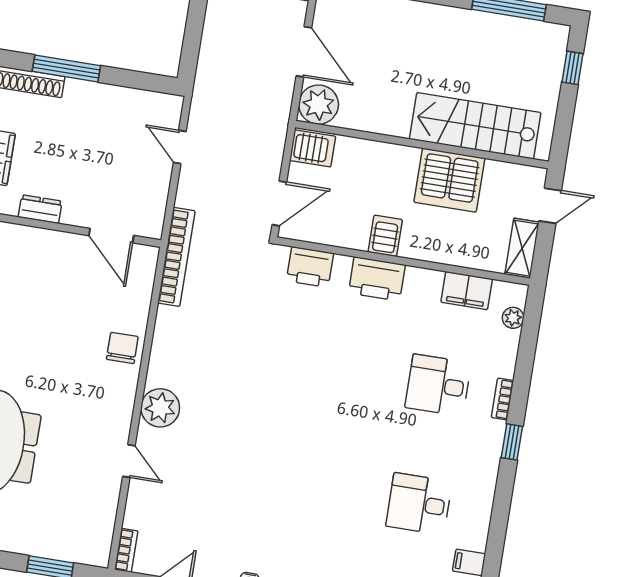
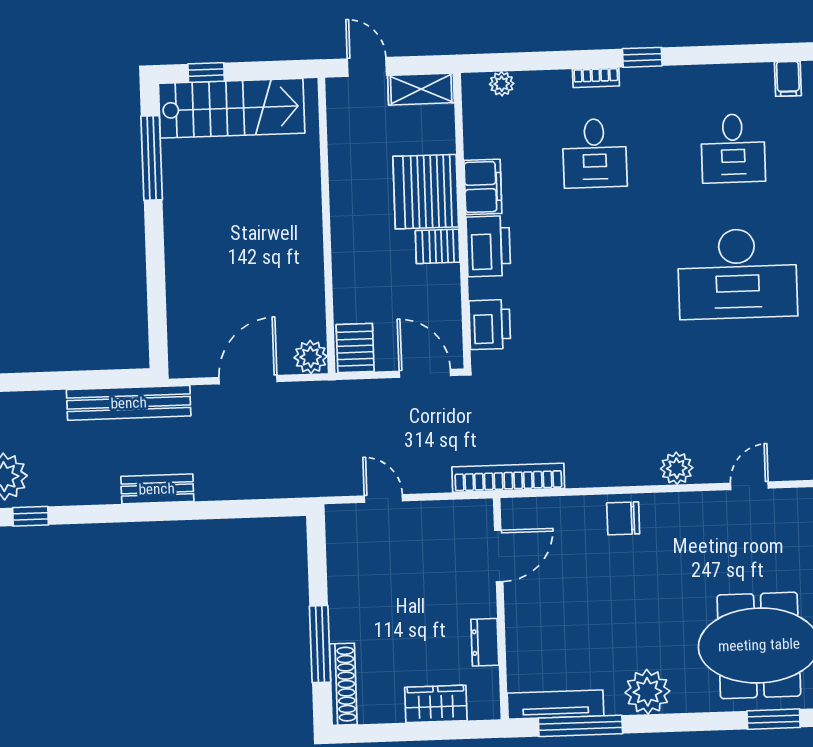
plant: (319, 105) -> (311, 357), width x0.73, depth x0.73
stairs: (475, 126) -> (232, 108), moved, turned -90
door: (180, 147) -> (383, 498), swing flipped
server rack: (449, 180) -> (426, 192), moved, turned 180
filing cabinet: (467, 291) -> (483, 187), moved
plant: (160, 408) -> (677, 468), width x0.73, depth x0.73
desk: (311, 486) -> (737, 274), added

